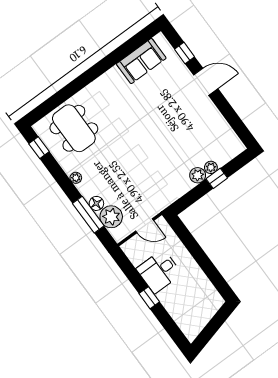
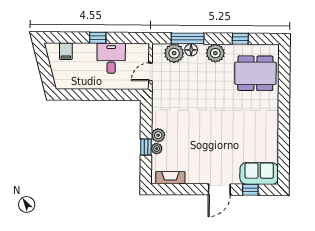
sofa: (141, 61) -> (259, 173), moved, turned 90
fireplace: (228, 135) -> (170, 178), added
window: (39, 148) -> (240, 39), moved
plant: (76, 178) -> (215, 53), width x1.88, depth x1.88
filing cabinet: (184, 318) -> (66, 51), added

